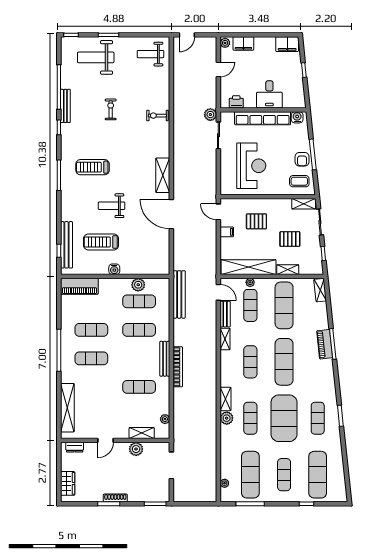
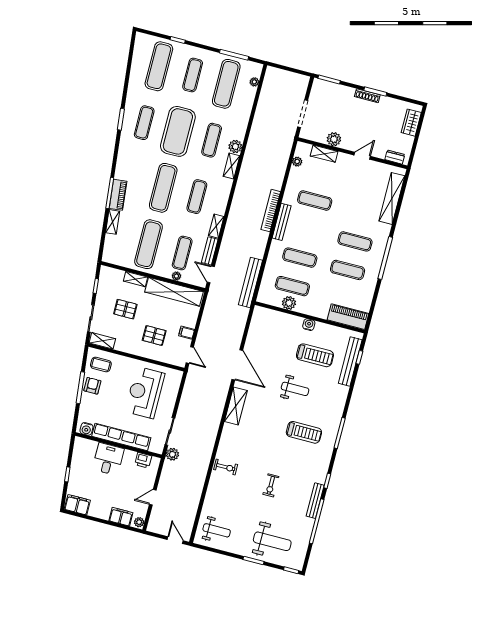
door: (187, 35) -> (175, 540), hinge flipped
shelving: (320, 290) -> (113, 222), moved

